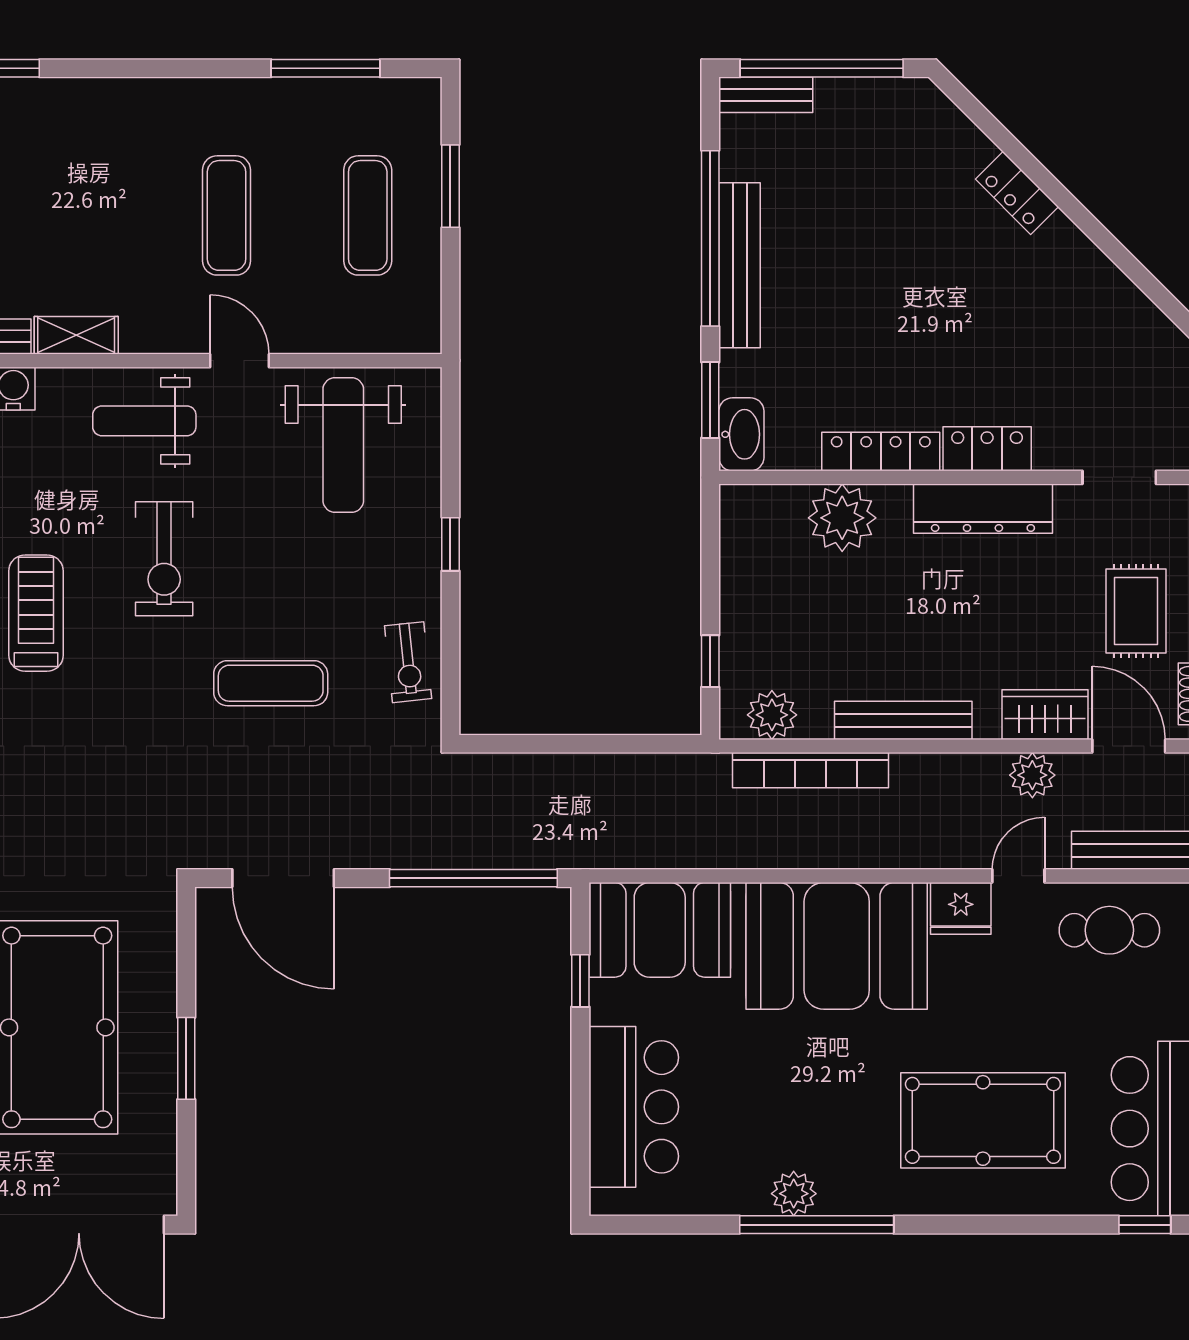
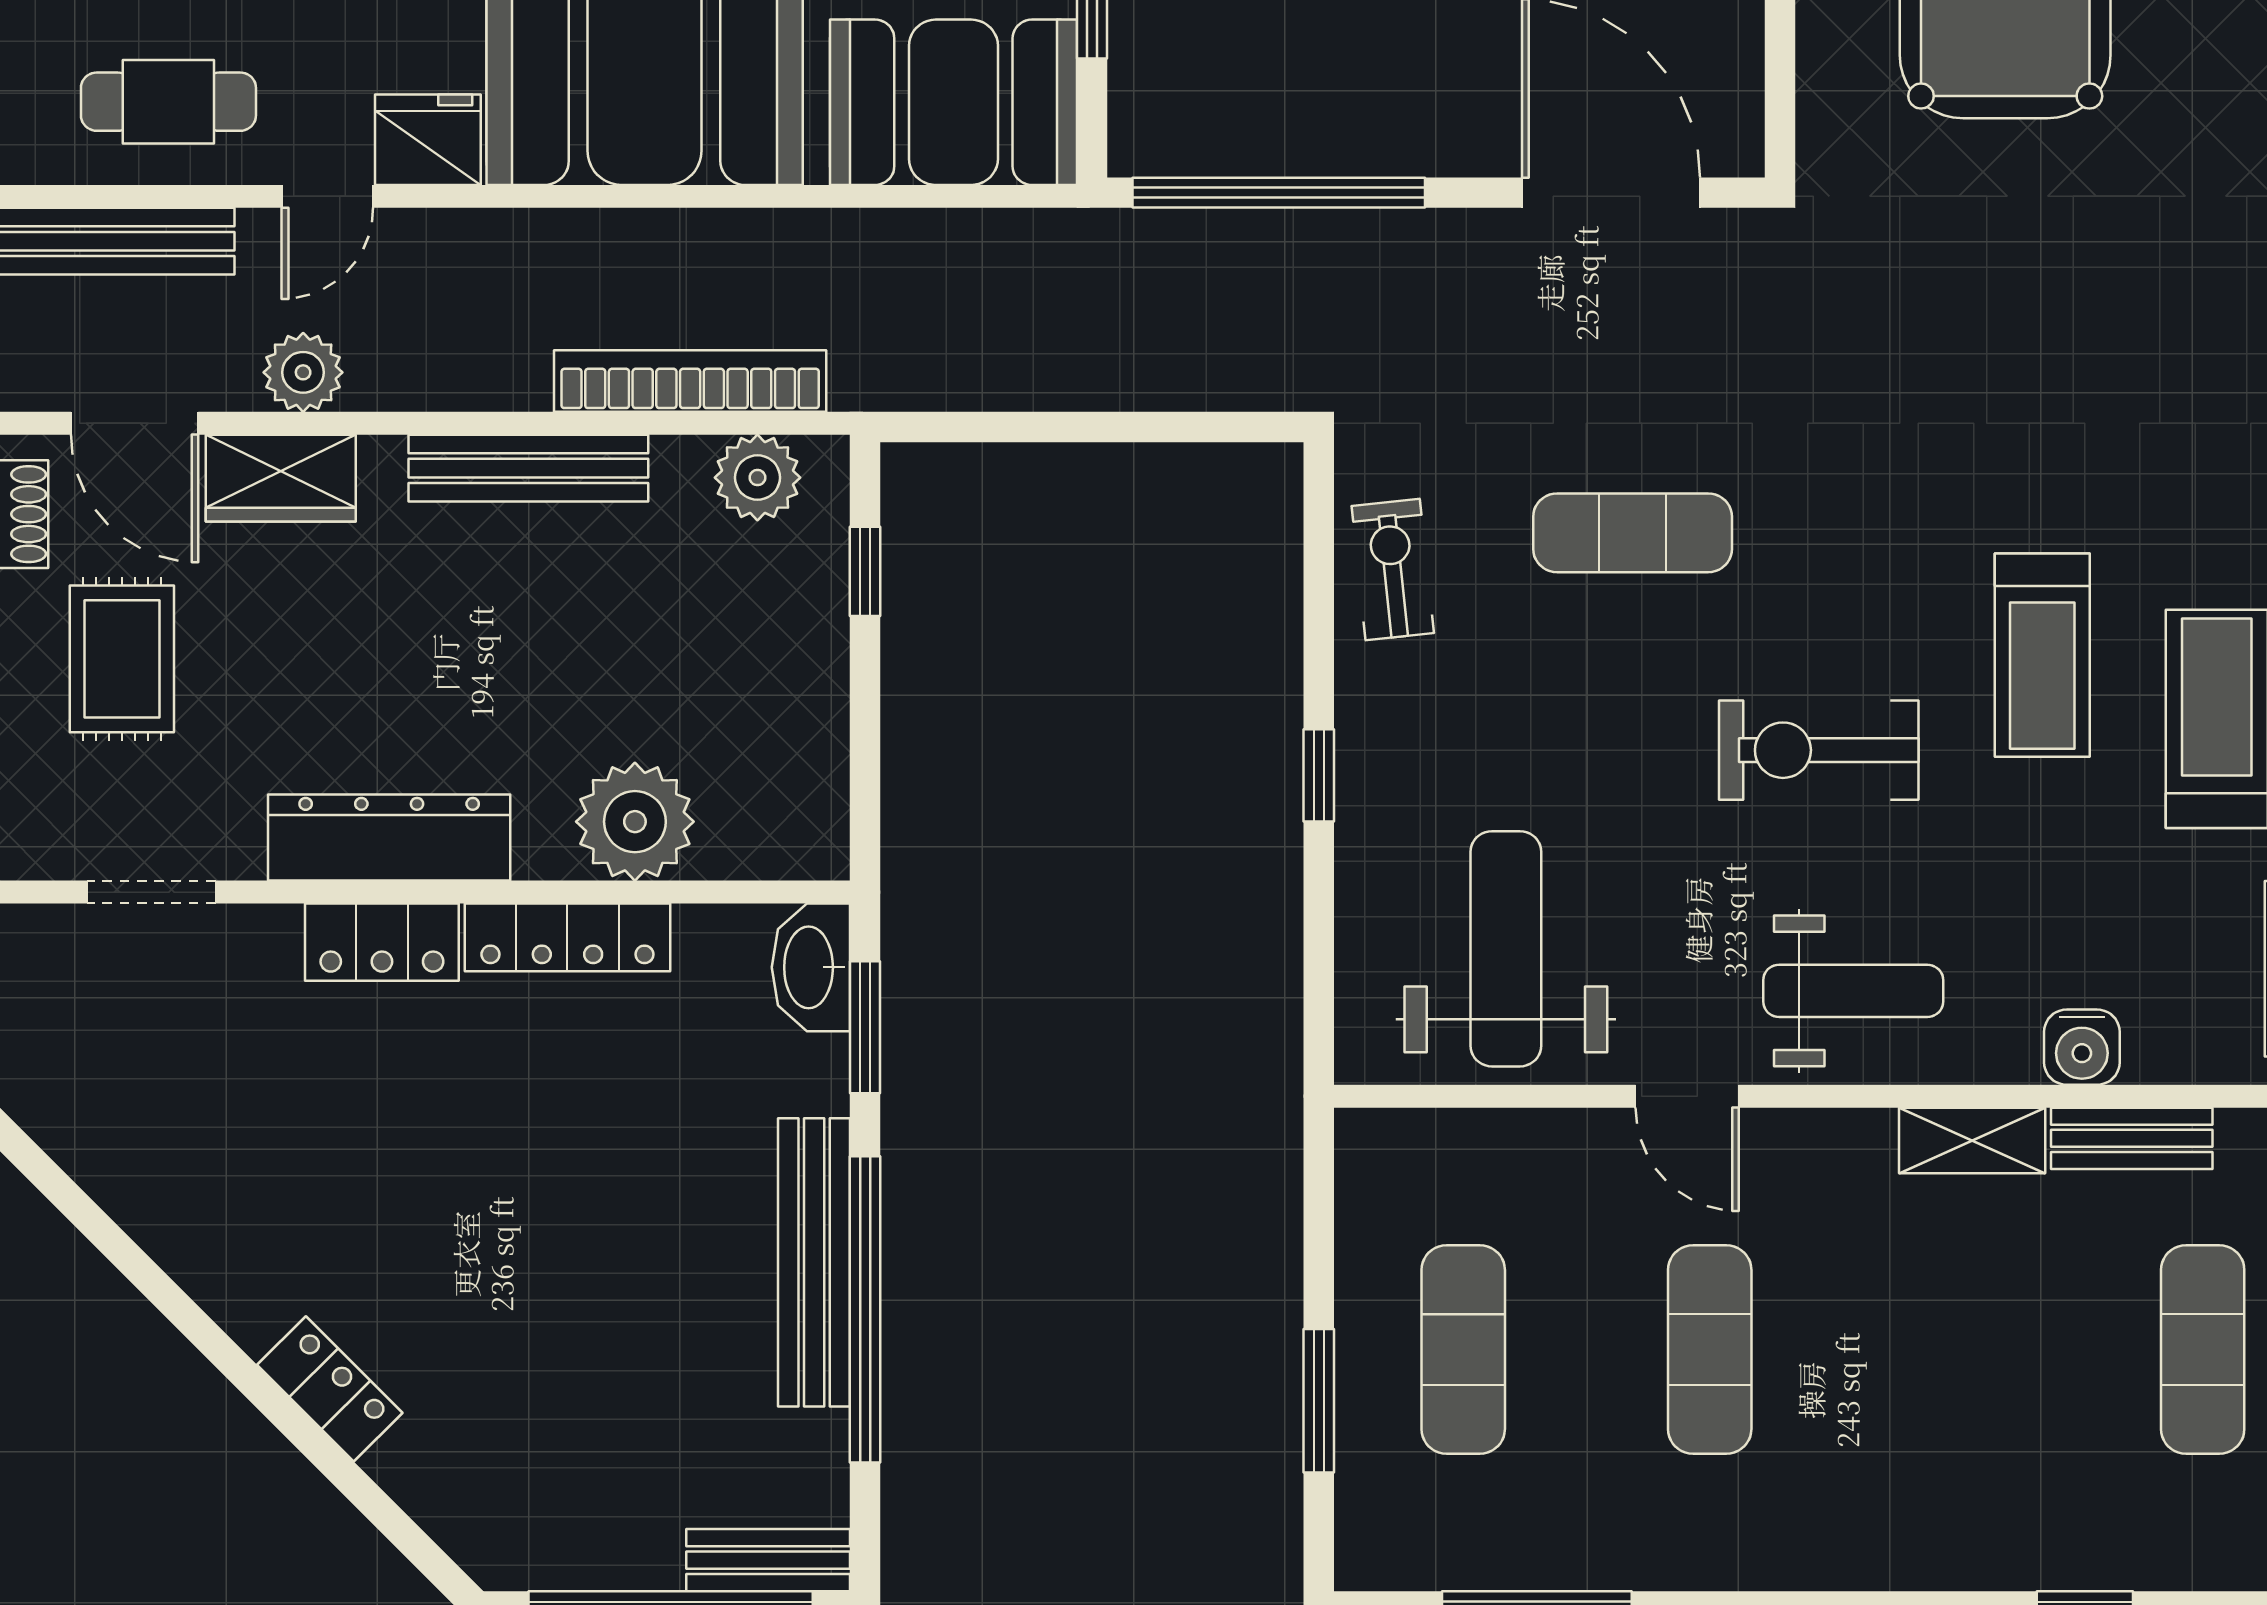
exercise bike: (164, 559) -> (1819, 750), turned -90

